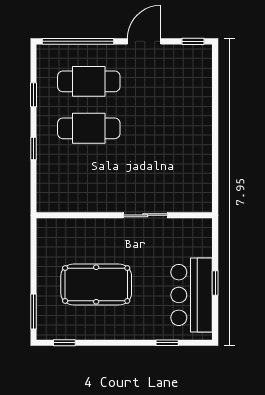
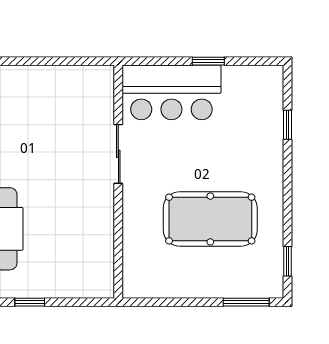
pool table: (96, 284) -> (210, 219), turned 90
bar counter: (192, 295) -> (171, 92), moved

